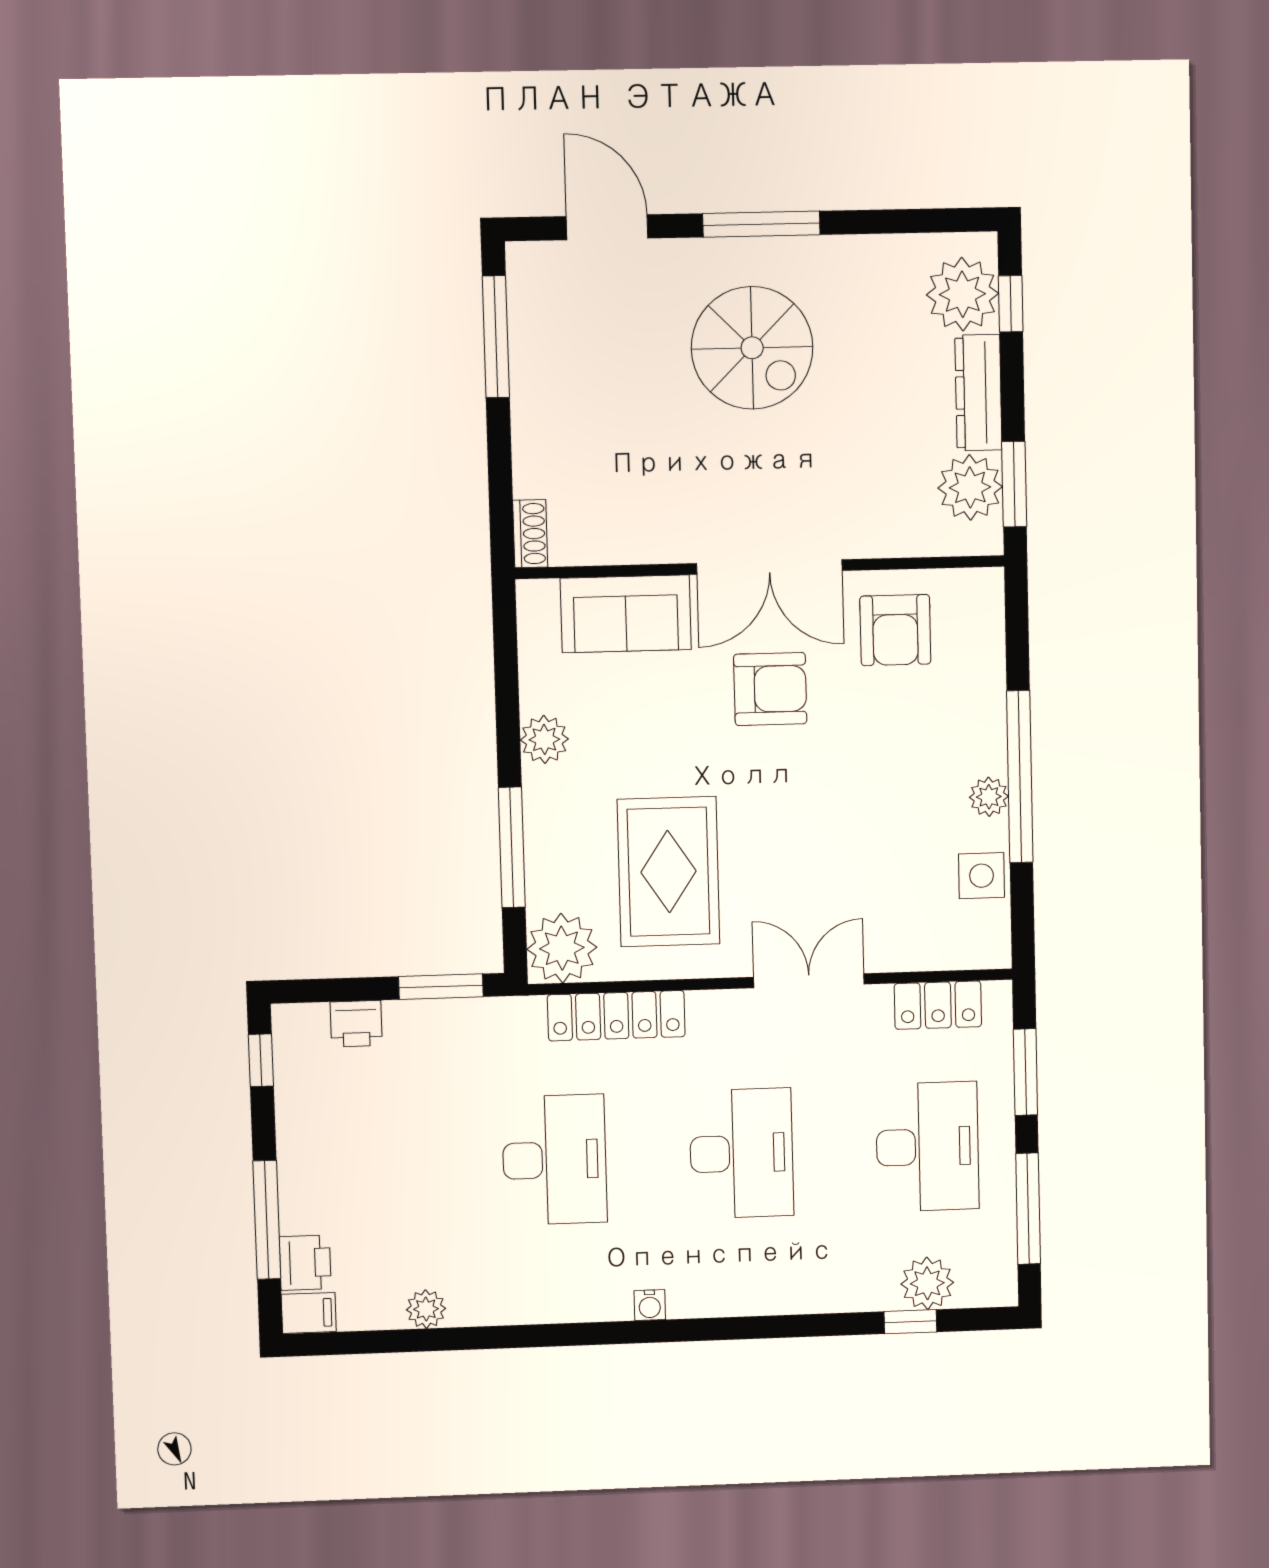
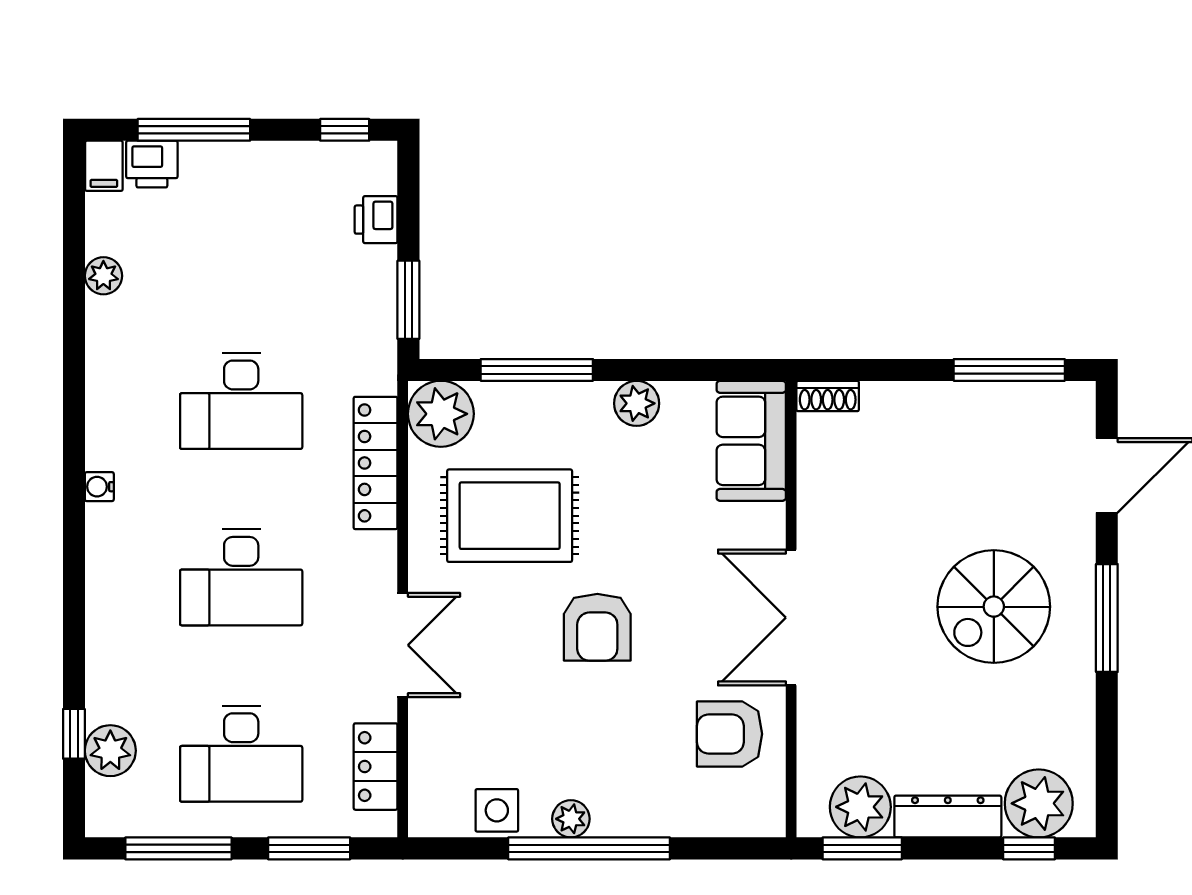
sofa: (626, 614) -> (751, 441), moved
armchair: (770, 689) -> (597, 627), moved

